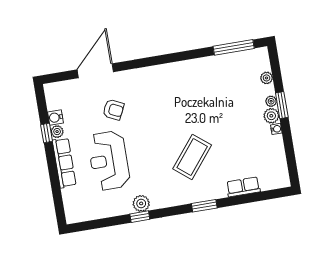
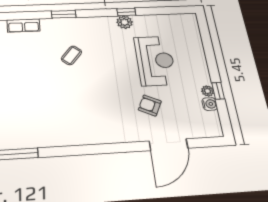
coffee table: (192, 157) -> (71, 55), width x0.54, depth x0.58
row of seats: (64, 163) -> (200, 63), removed

